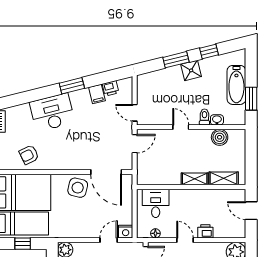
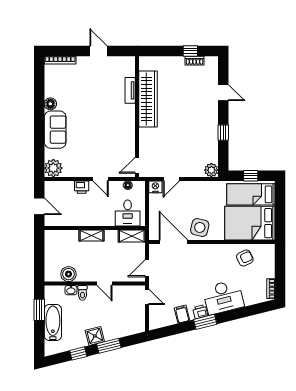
printer: (111, 88) -> (200, 312), moved
shelving: (224, 178) -> (132, 236), moved

